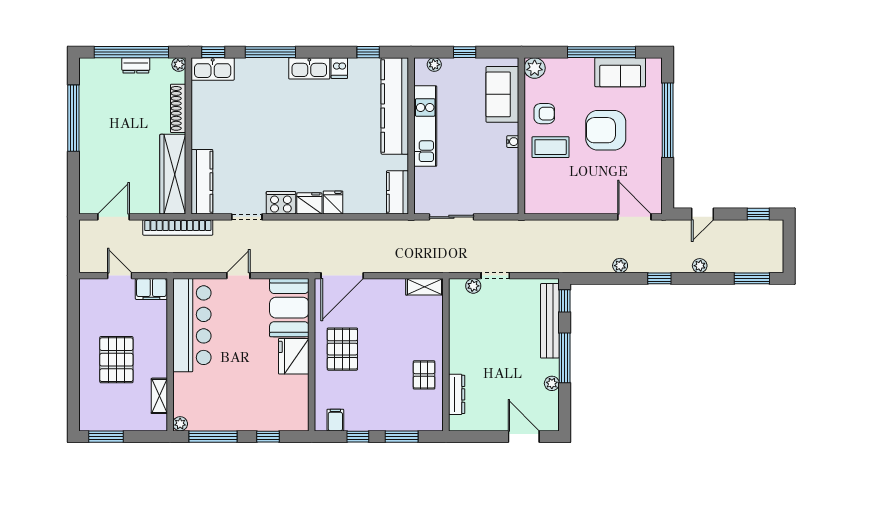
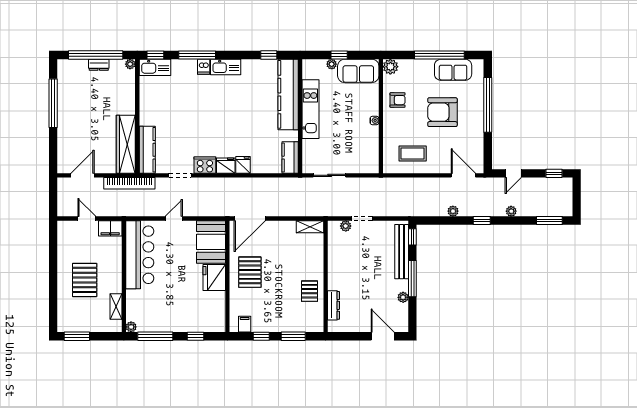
plant: (434, 65) -> (332, 64), moved
dishwasher: (339, 68) -> (204, 67), moved
sofa: (502, 94) -> (358, 71), moved, turned -90
shoe rack: (178, 108) -> (130, 96), removed
coffee table: (551, 147) -> (413, 154), moved

